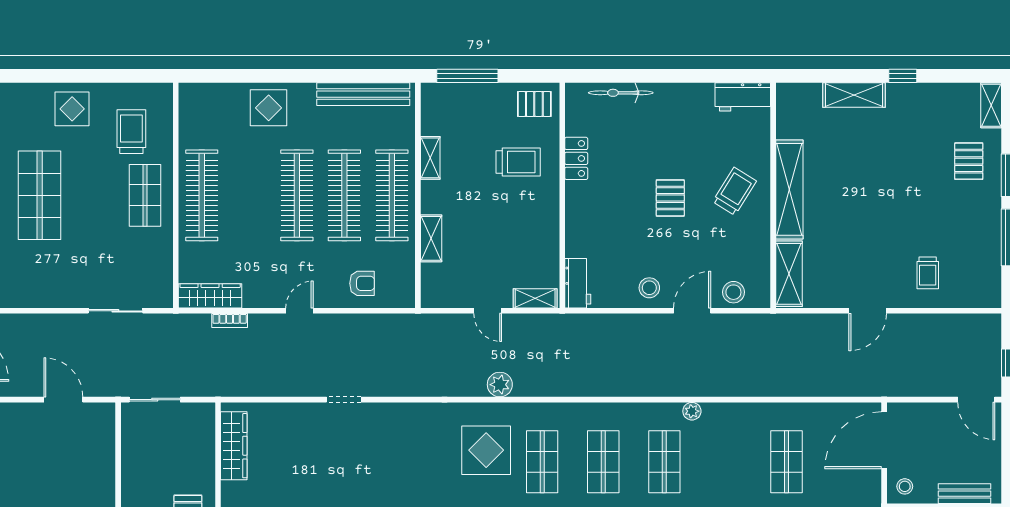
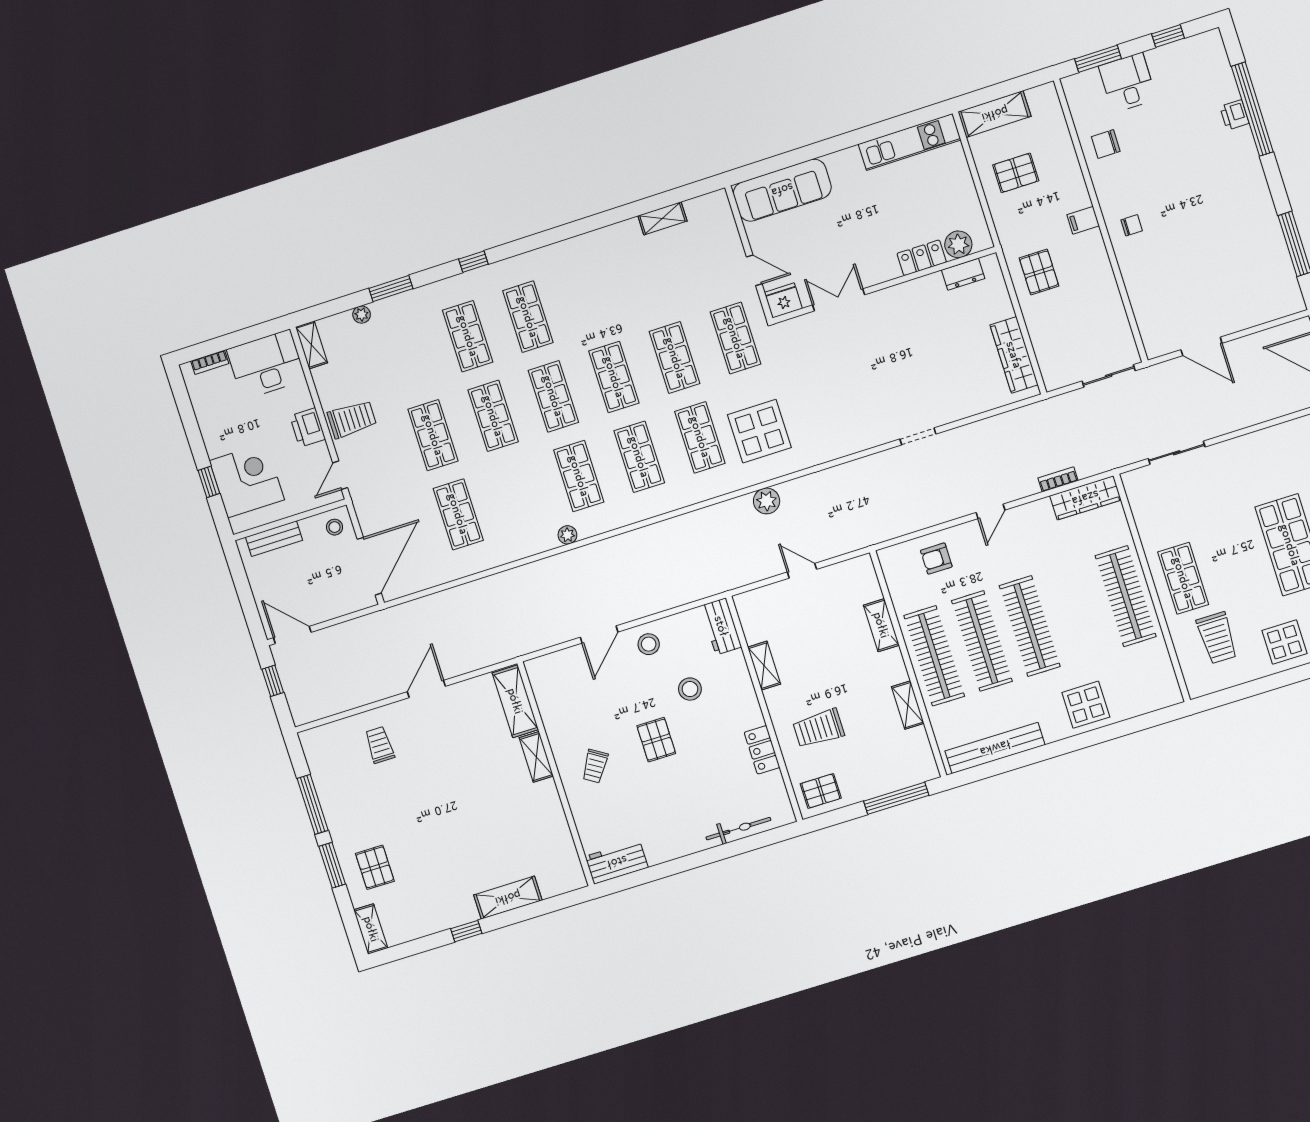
shelving: (789, 189) -> (536, 757), width x0.45, depth x0.75
trolley: (735, 191) -> (595, 766), width x0.73, depth x0.72
stool: (733, 292) -> (690, 689), moved
shelving: (535, 298) -> (764, 666), moved, turned 90

